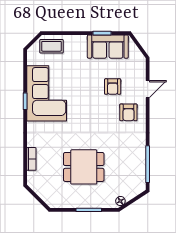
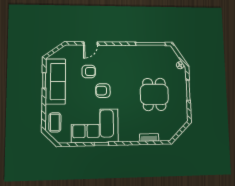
sofa: (108, 47) -> (55, 81), width x1.36
door: (148, 89) -> (91, 43), swing flipped
armchair: (128, 112) -> (103, 91), moved, turned 180

